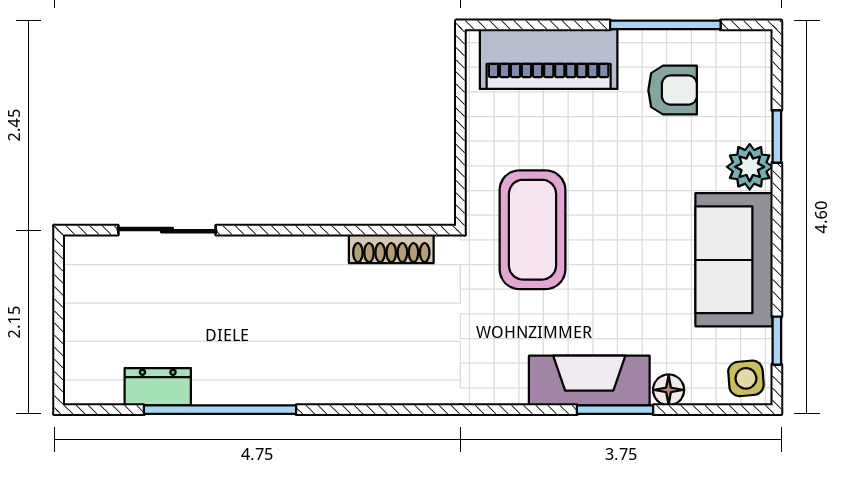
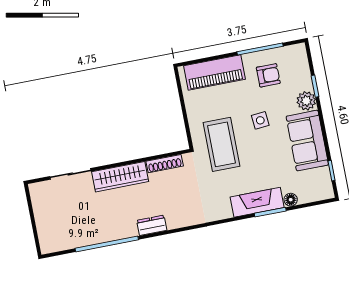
wardrobe: (282, 259) -> (120, 177), added
side table: (746, 378) -> (260, 120), moved
dresser: (158, 387) -> (152, 225), moved

